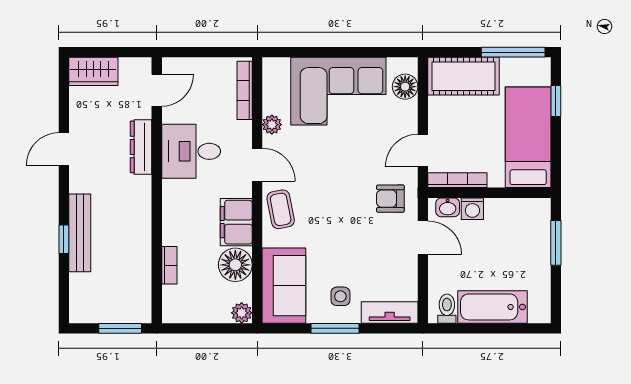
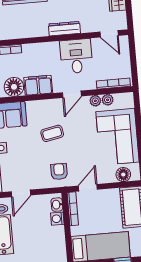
plant: (272, 103) -> (108, 100), added
dresser: (141, 147) -> (64, 29), moved
door: (423, 151) -> (88, 188), hinge flipped
coffee table: (281, 209) -> (52, 133), moved
door: (423, 238) -> (21, 193), moved

